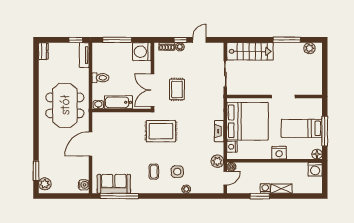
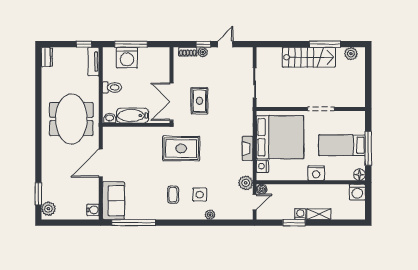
stairs: (250, 51) -> (309, 57), moved
washing machine: (142, 52) -> (127, 58), moved, turned -90
sofa: (114, 184) -> (113, 201), moved, turned 90

